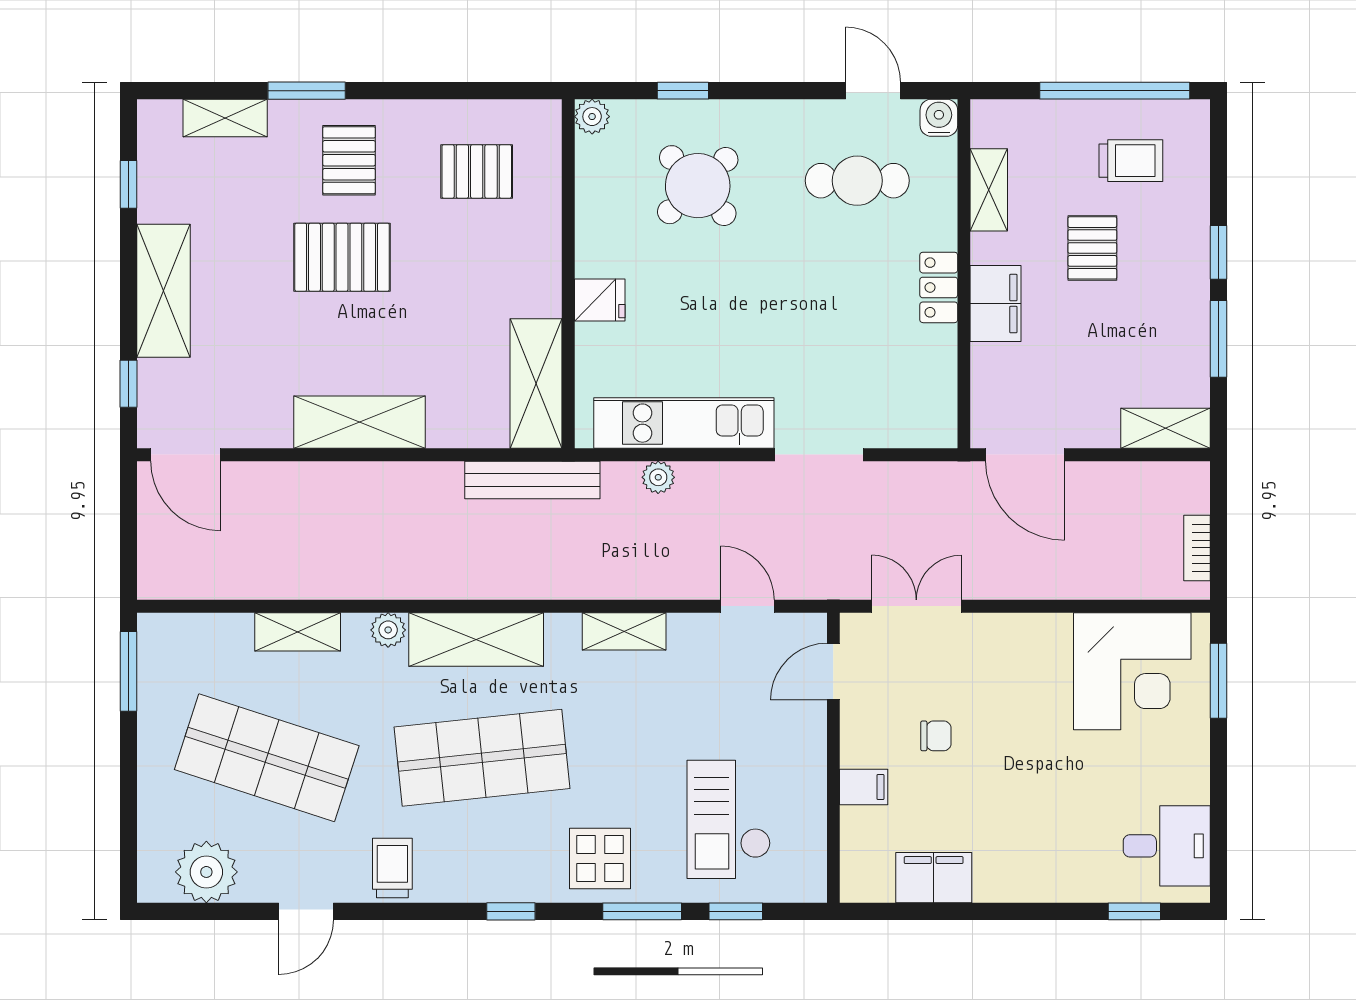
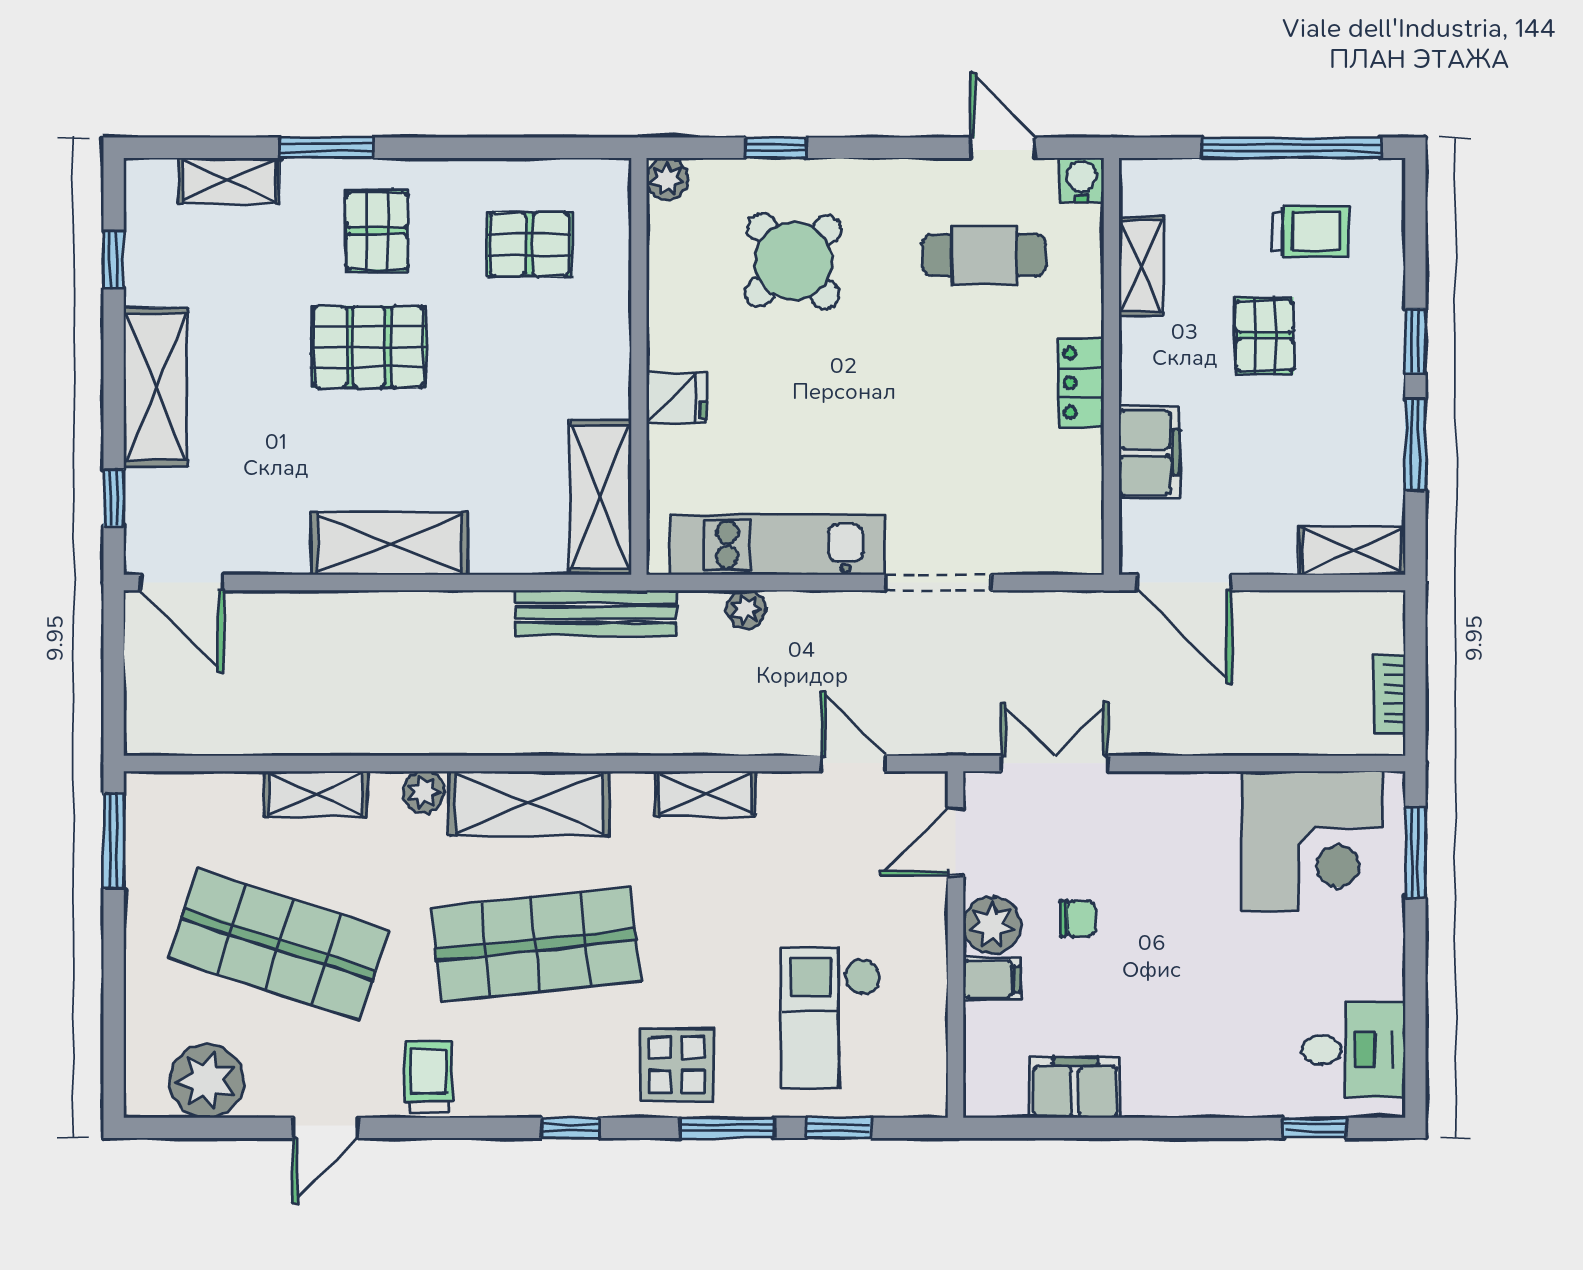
filing cabinet: (996, 304) -> (1149, 452), moved
plant: (864, 742) -> (992, 925), added

